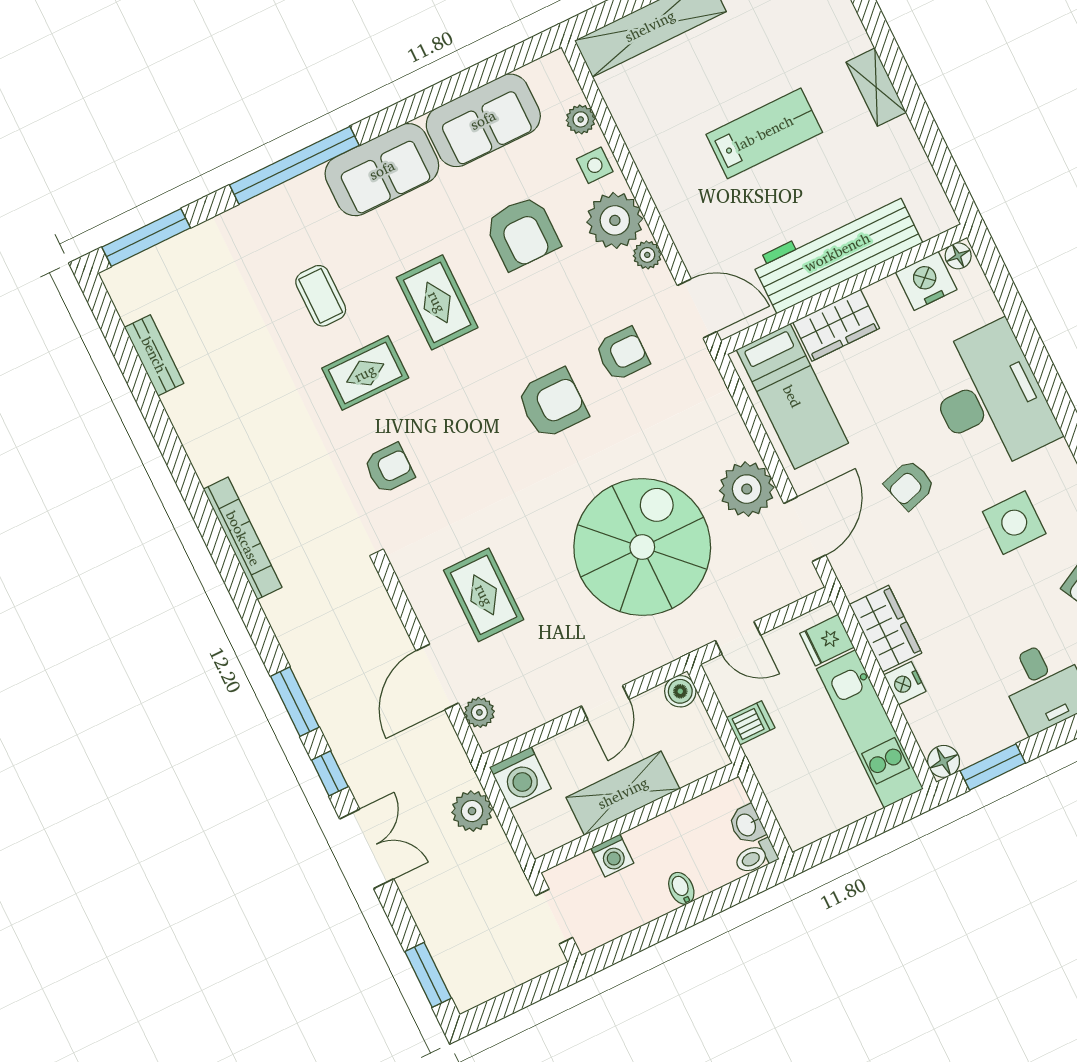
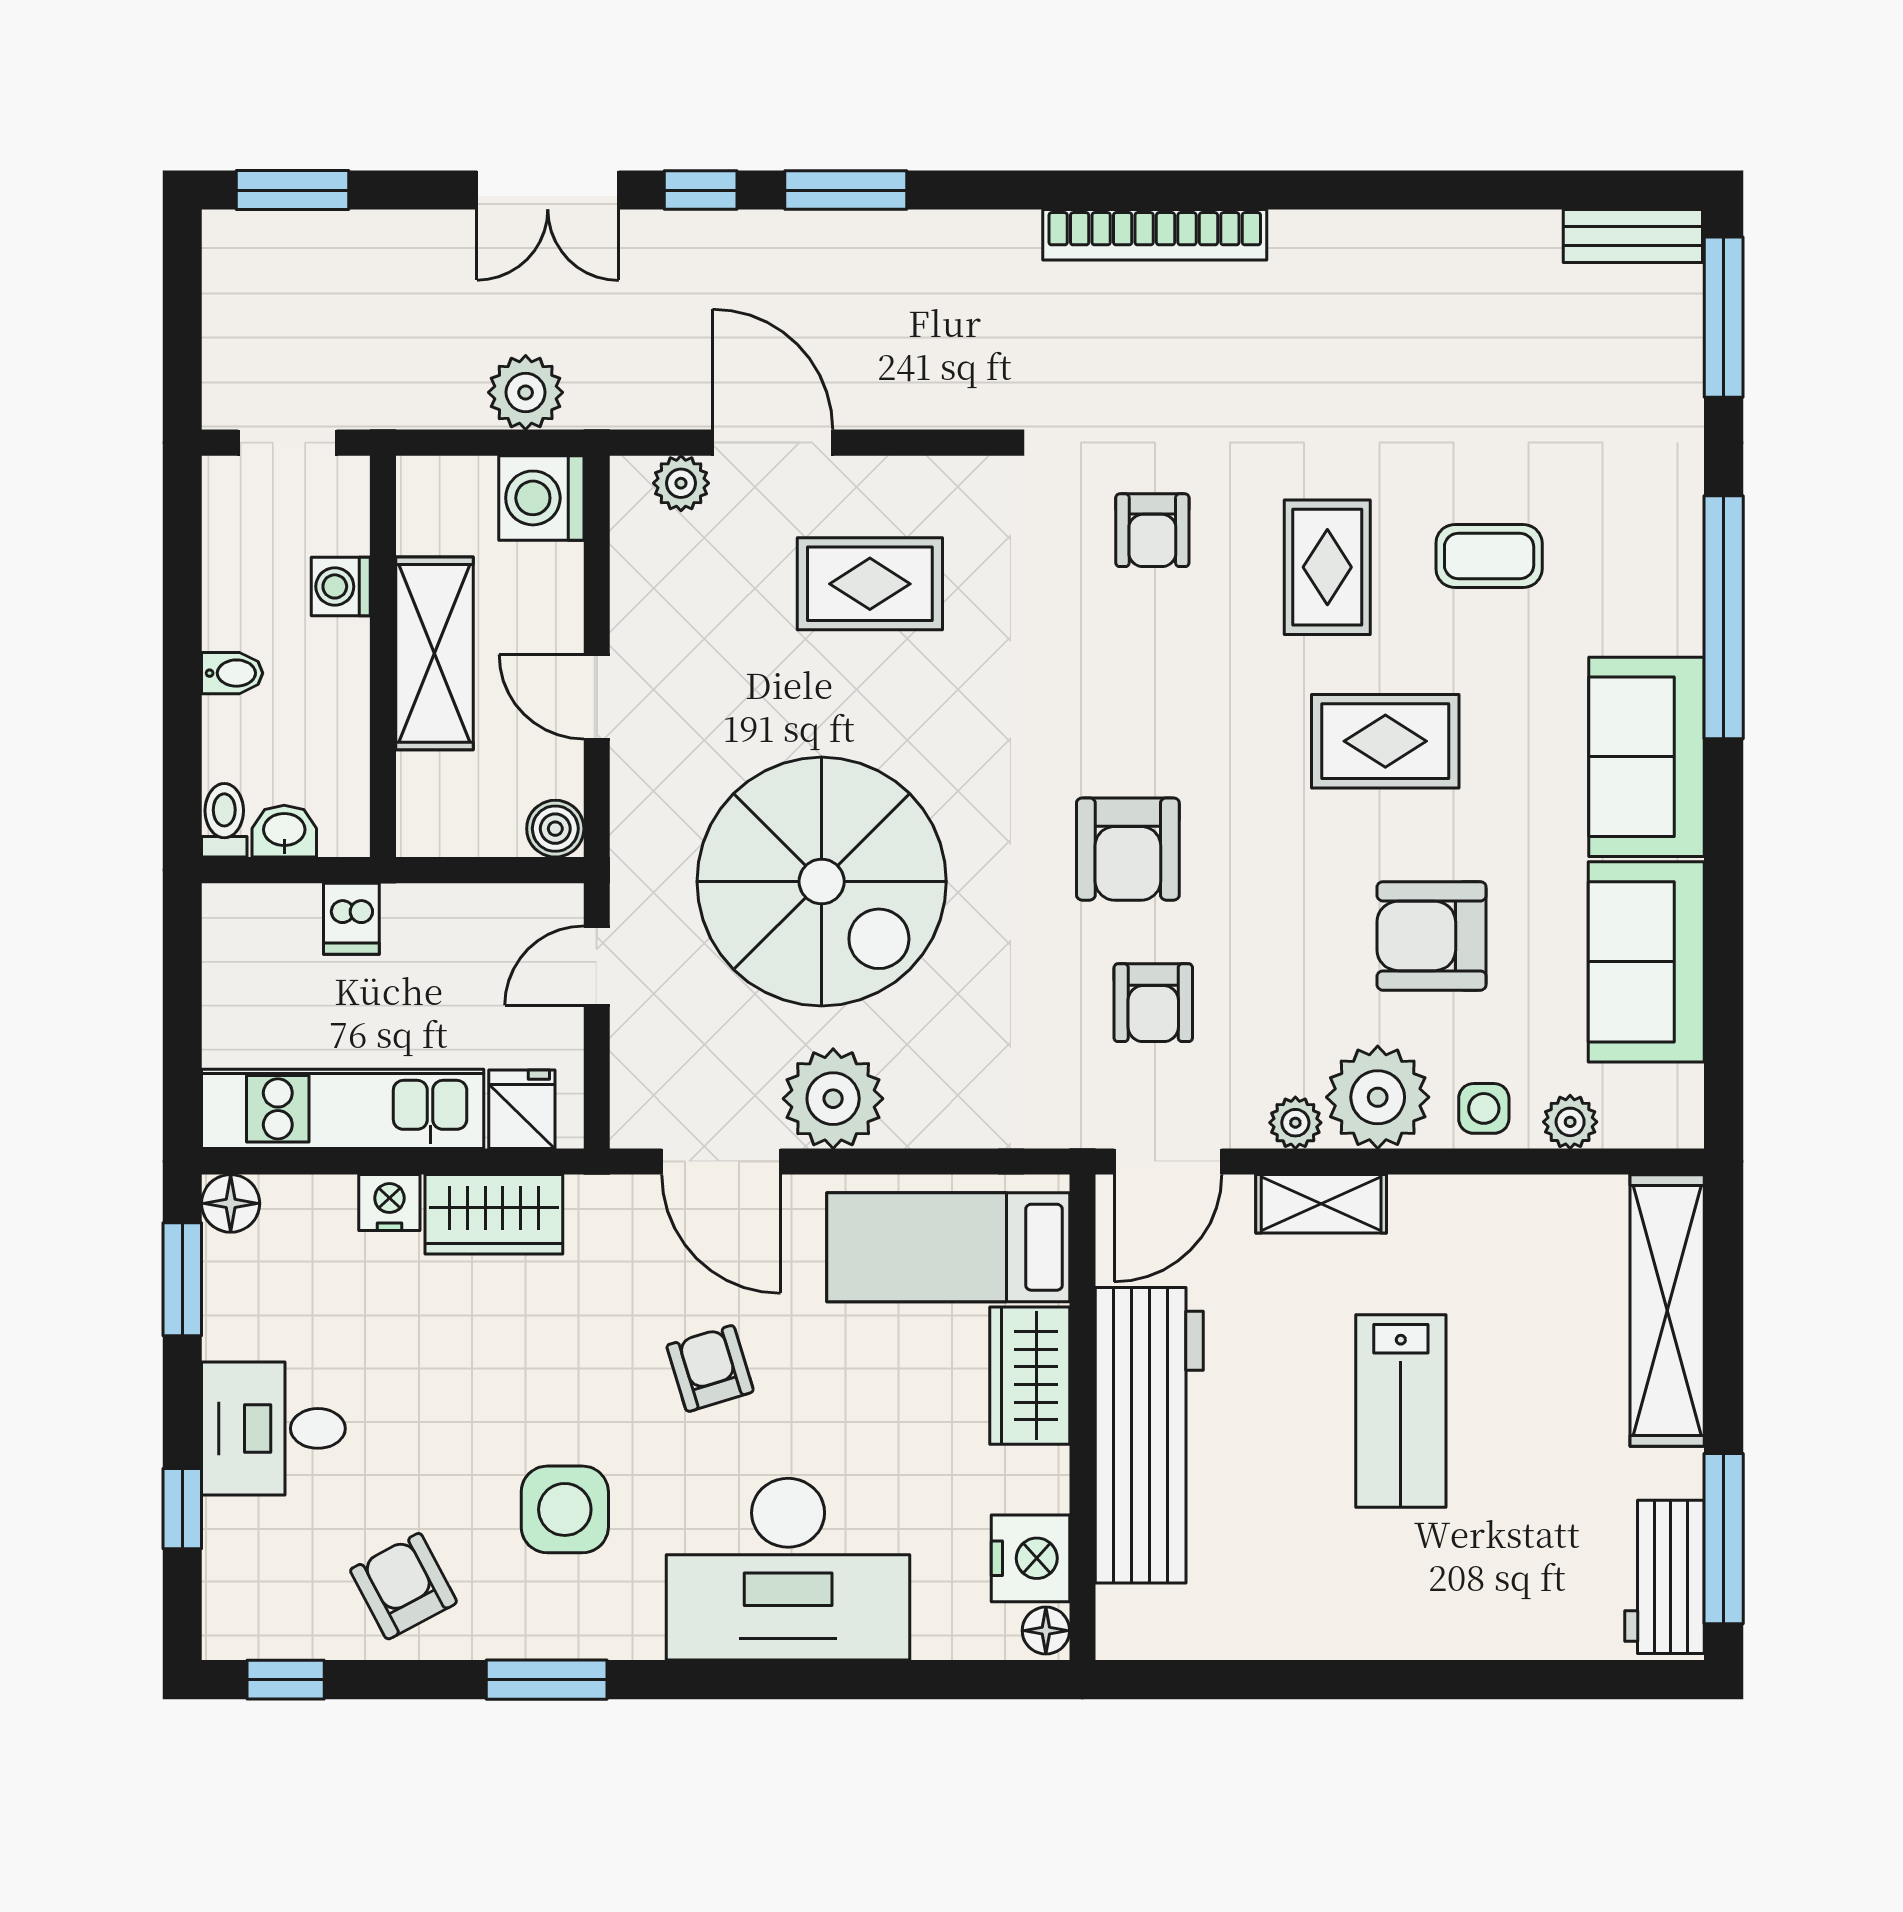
shelving: (876, 87) -> (1321, 1204), moved
bench: (154, 355) -> (1633, 236), moved
dishwasher: (751, 723) -> (351, 919), moved

